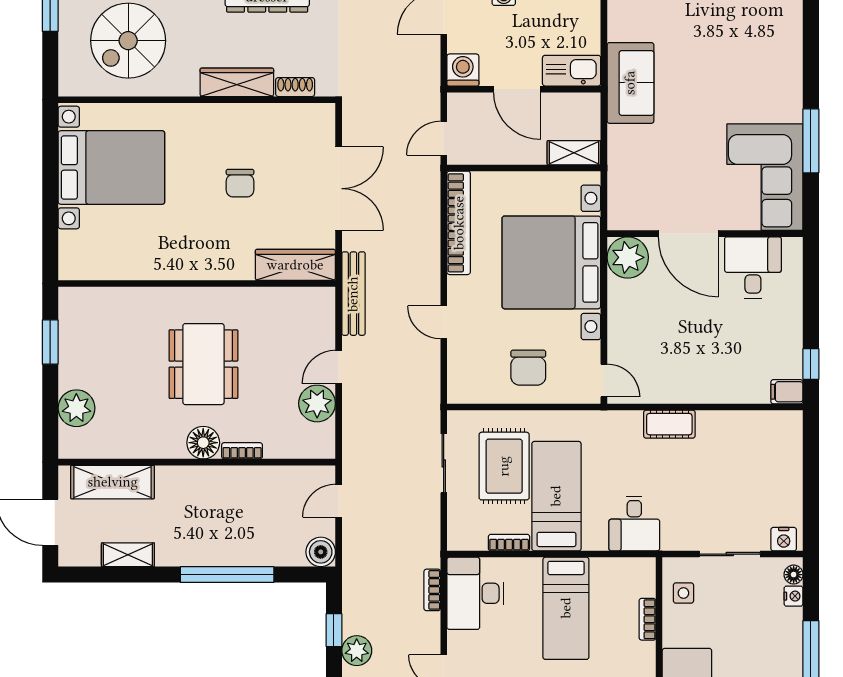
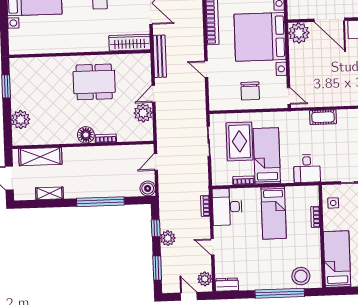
dining table: (203, 364) -> (94, 82), moved, turned 90

